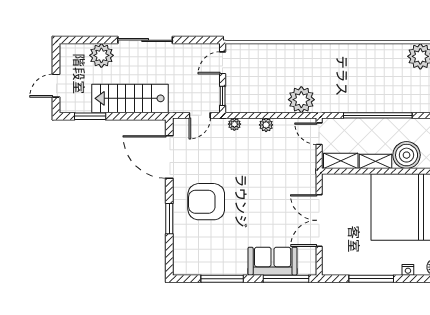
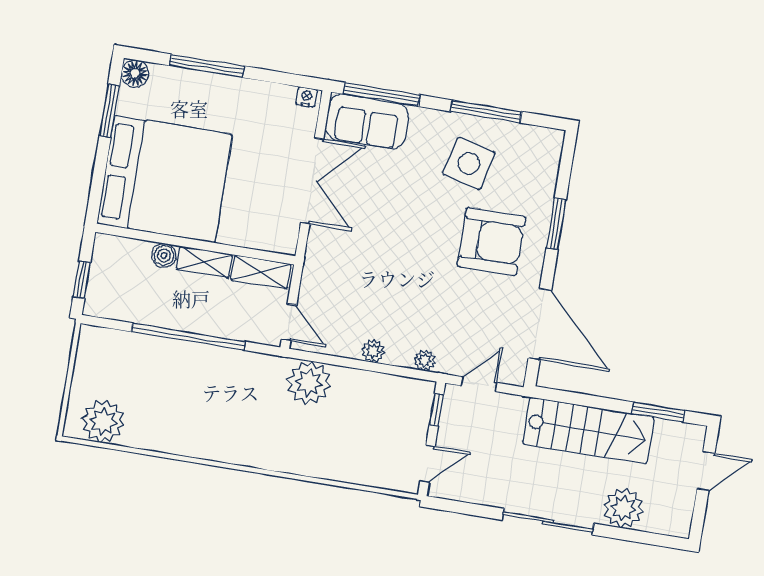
boiler: (407, 155) -> (164, 255), width x0.54, depth x0.54
side table: (227, 246) -> (469, 163), added
sofa: (273, 261) -> (367, 121), moved
nightstand: (408, 270) -> (306, 97), moved
window: (371, 279) -> (207, 66), moved

